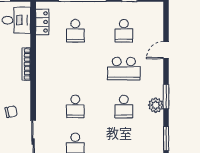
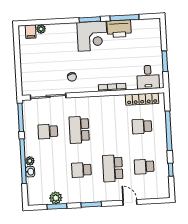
locker: (42, 22) -> (142, 99), width x1.53
plant: (156, 105) -> (56, 198), moved
school desk: (75, 106) -> (79, 130), width x1.85

